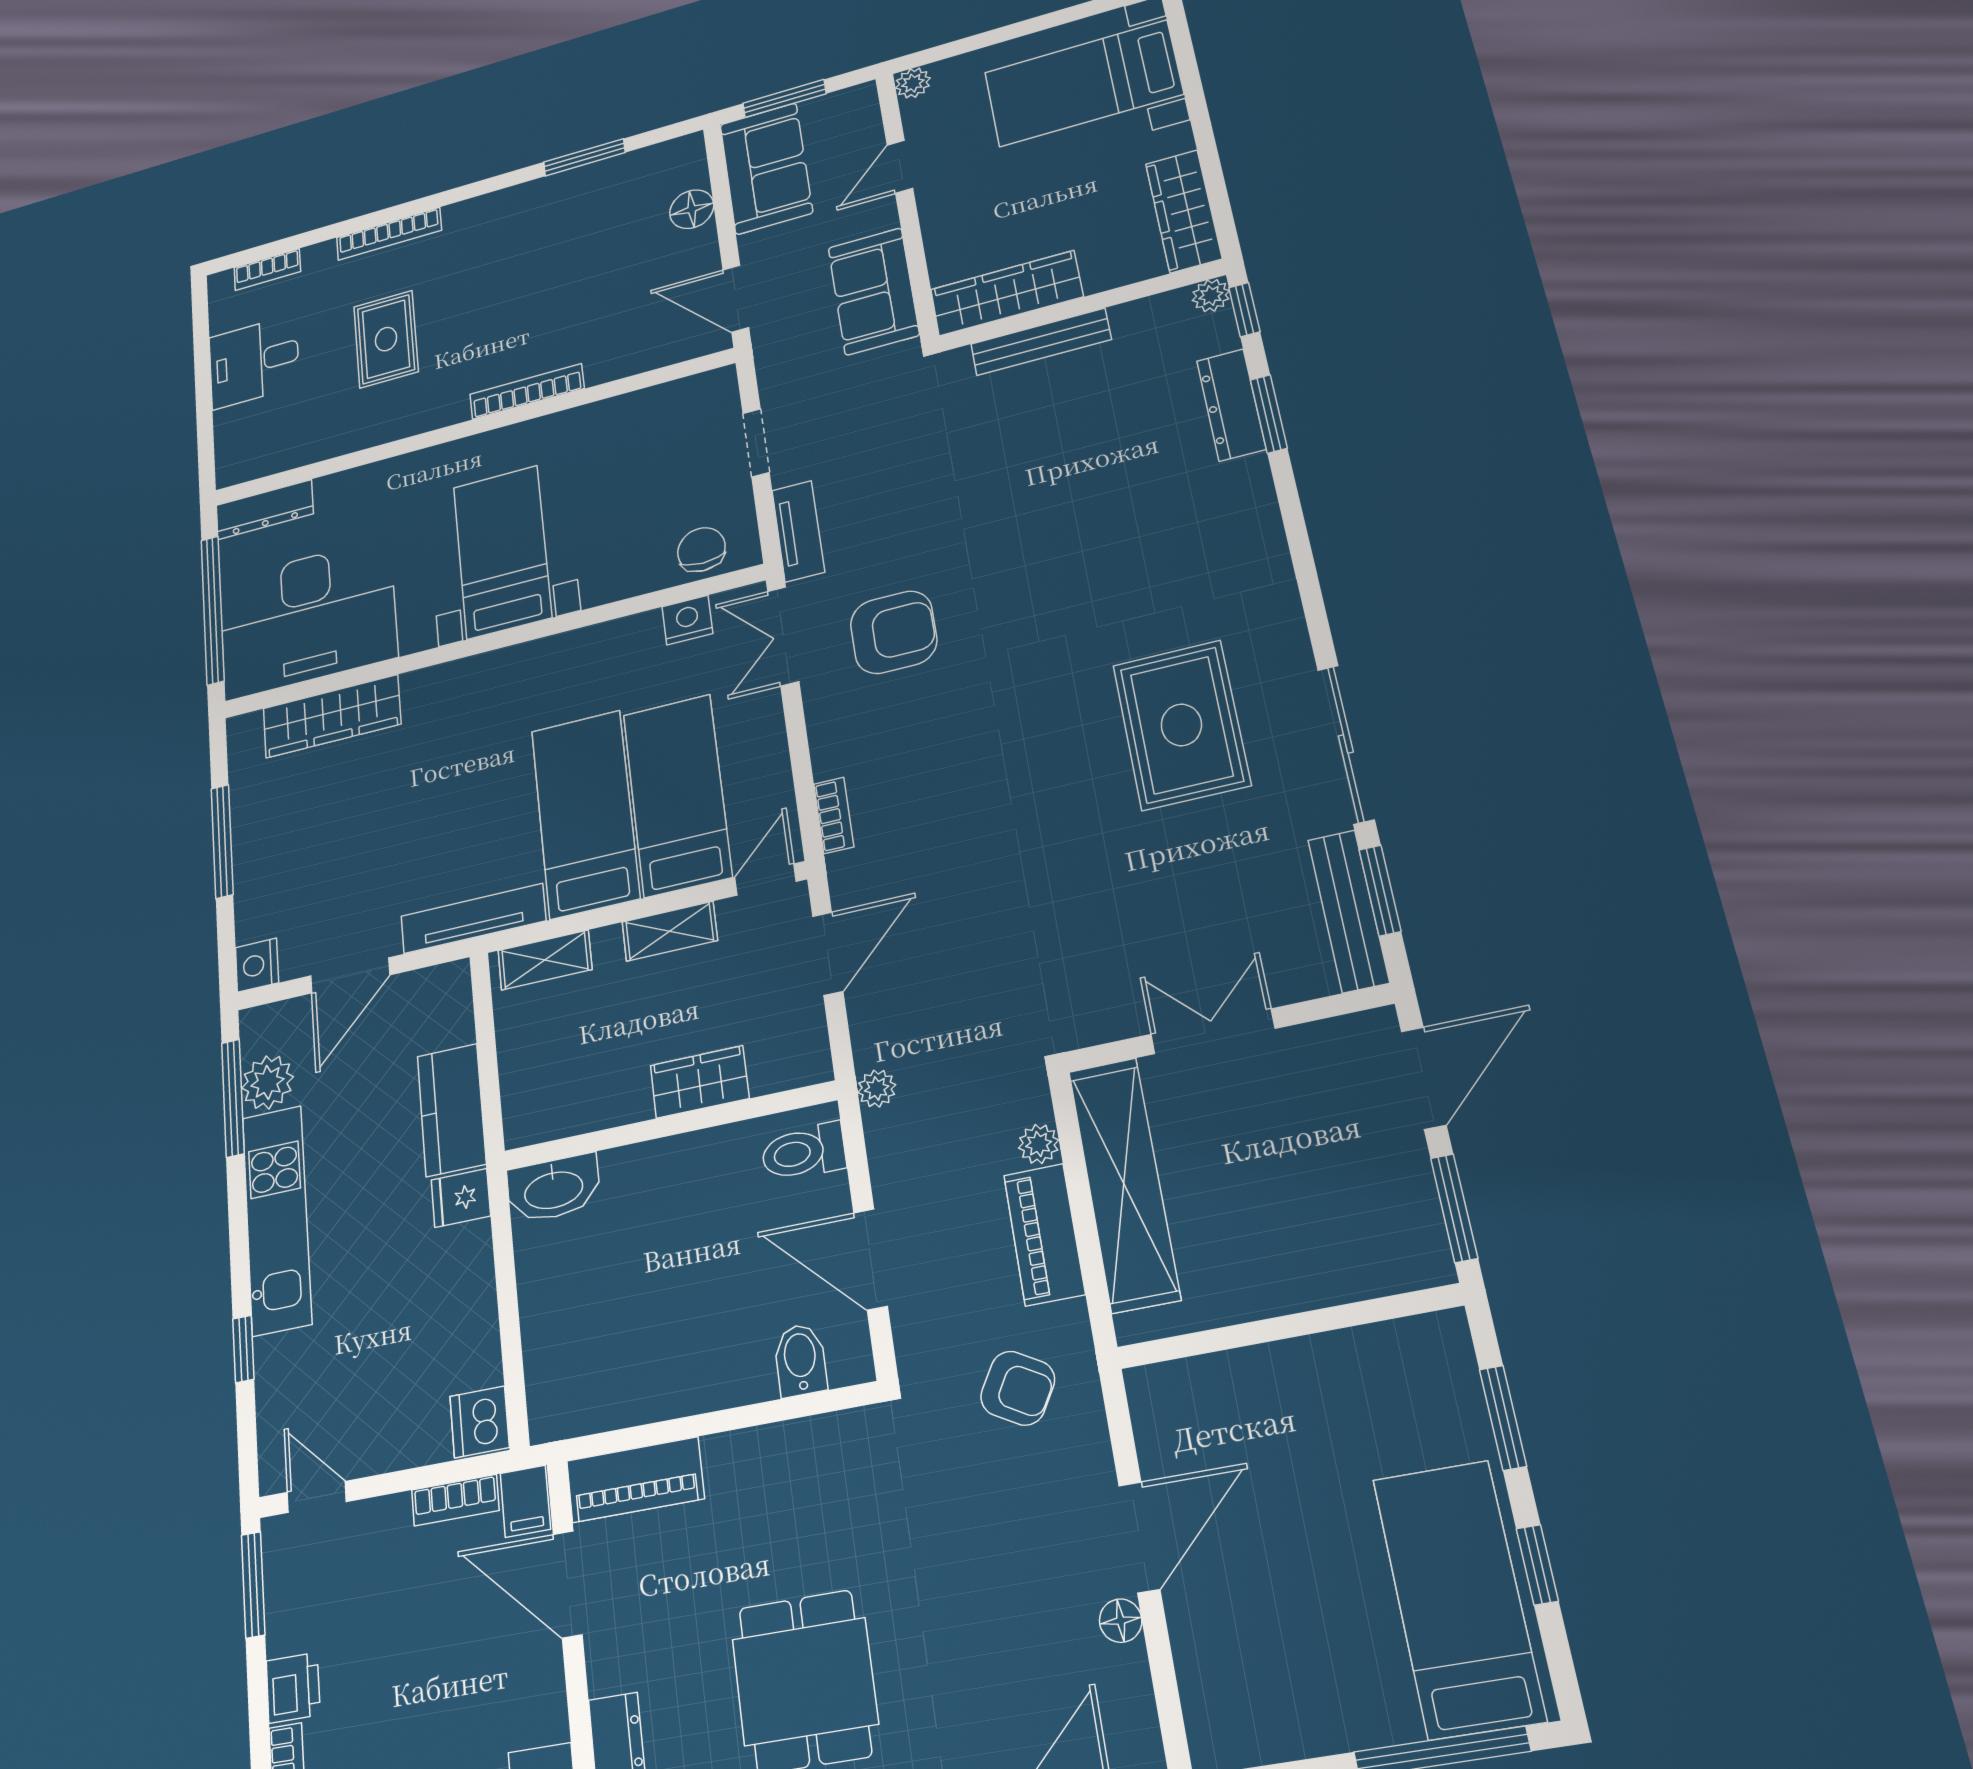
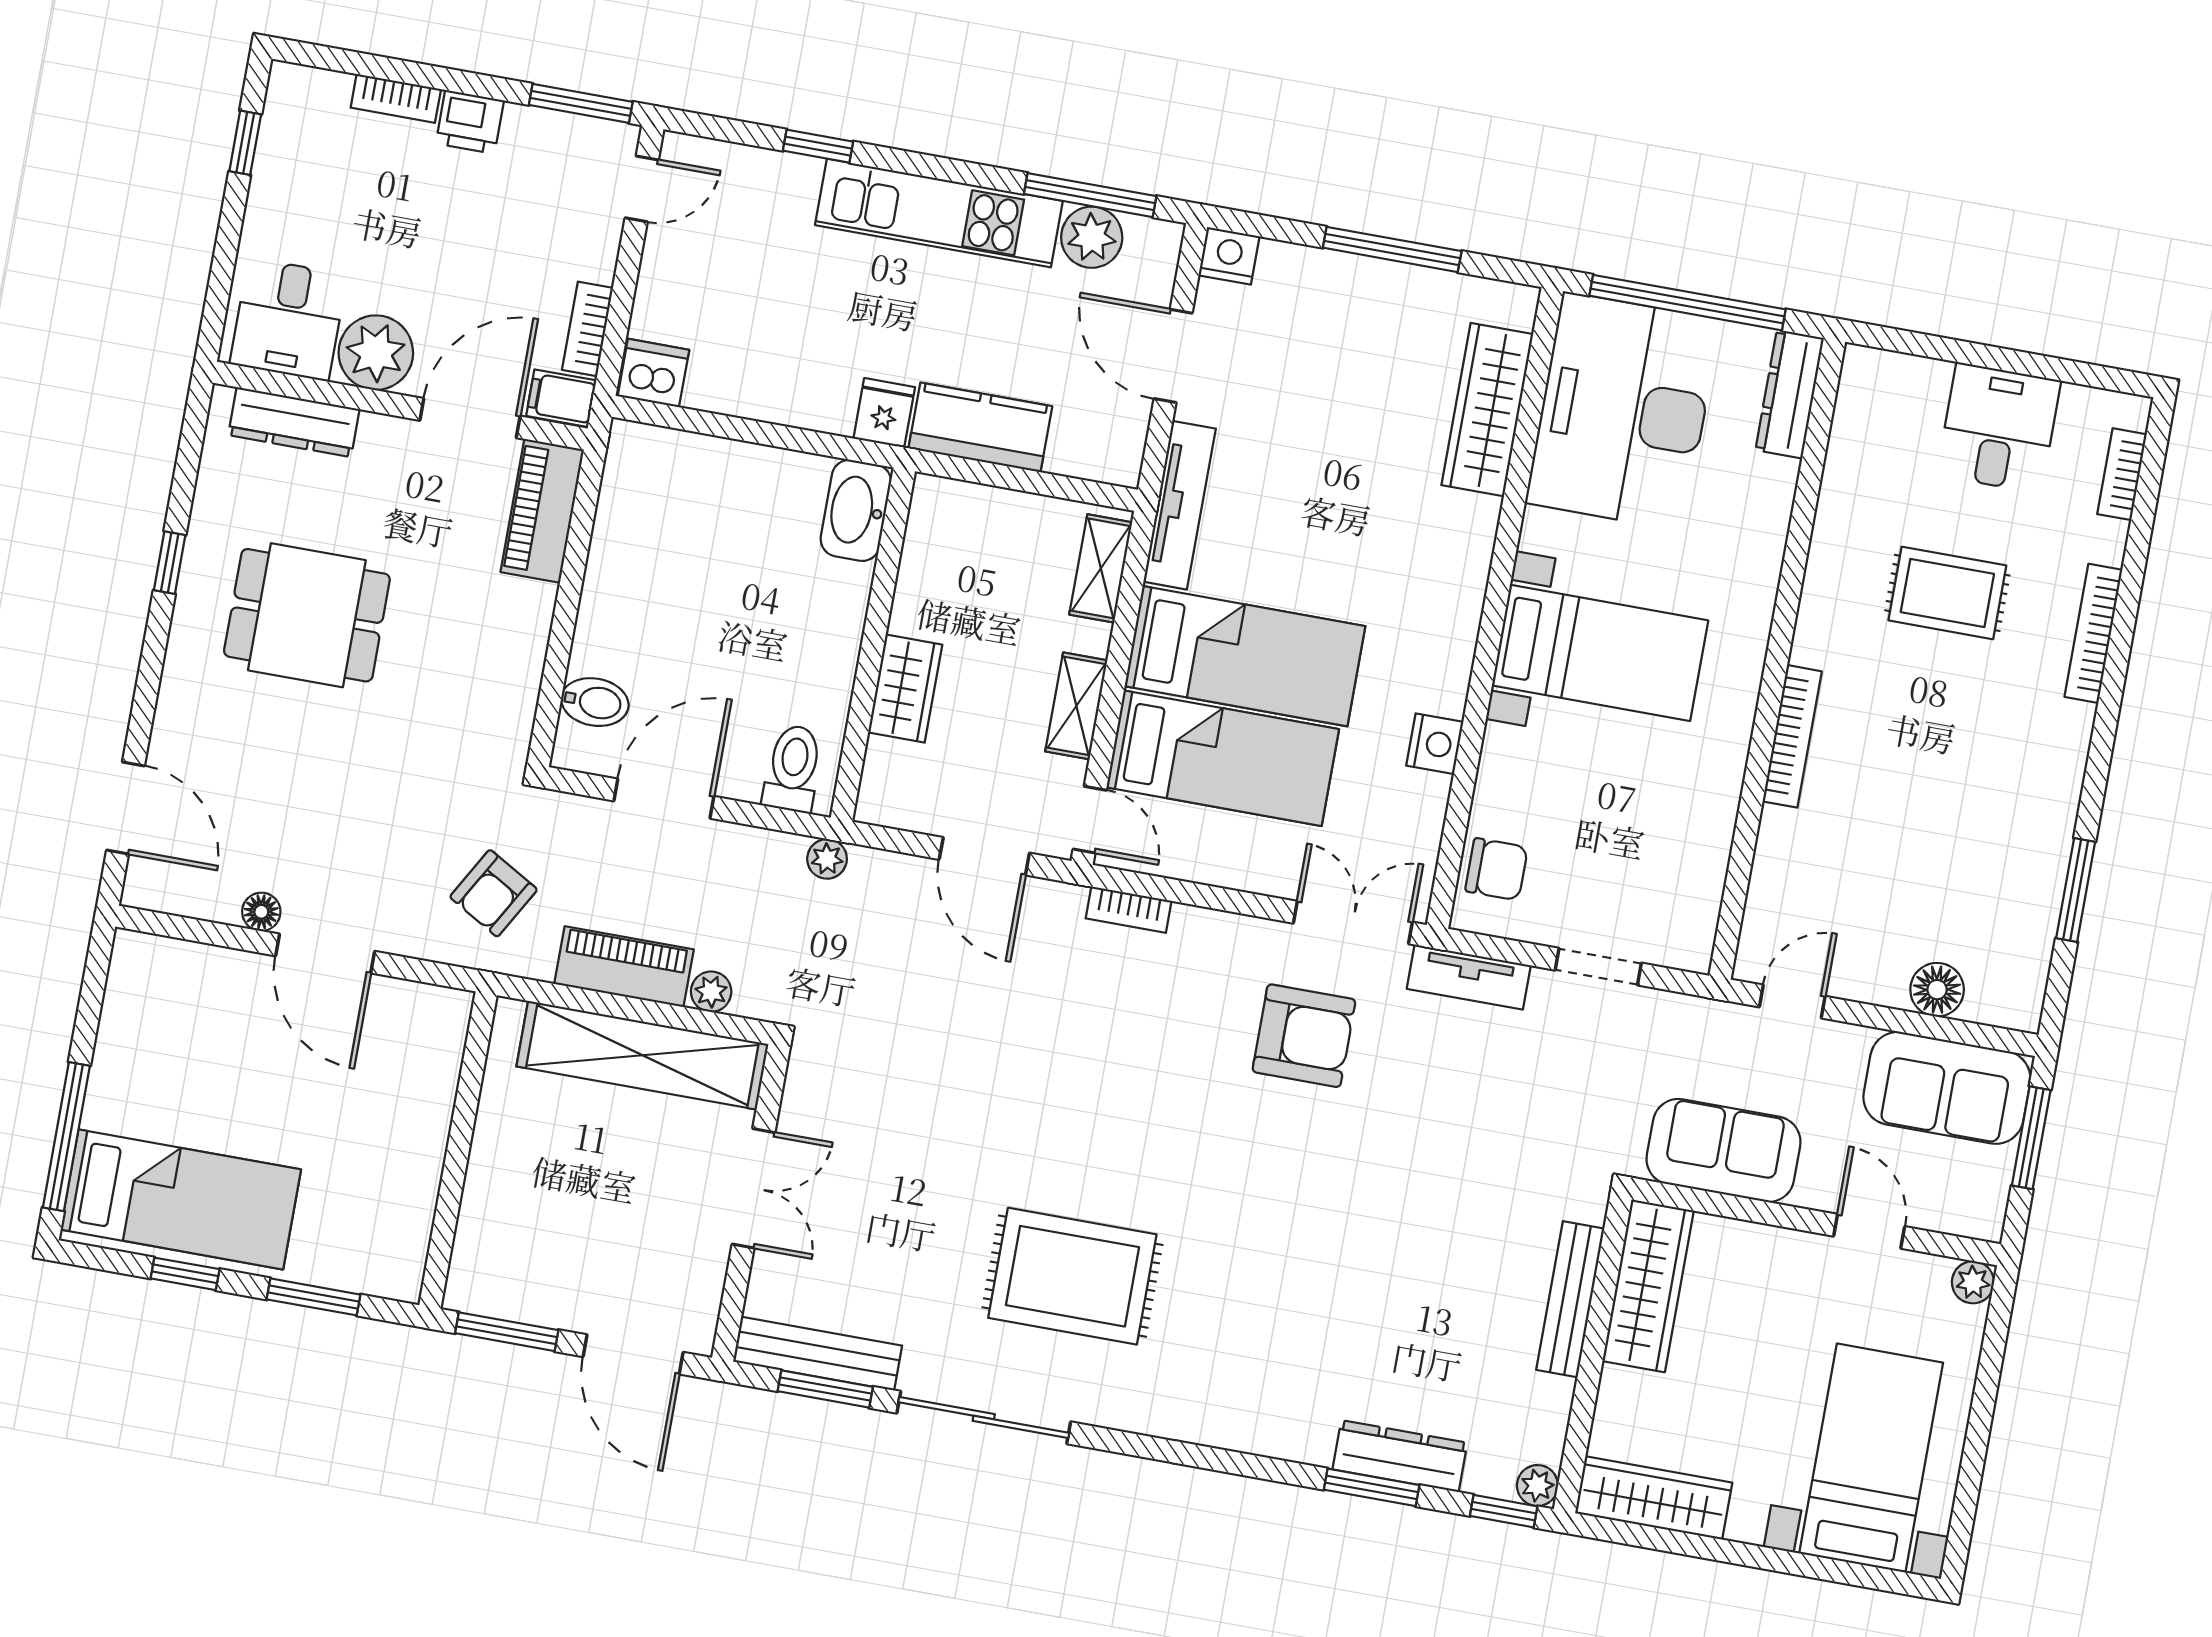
door: (736, 299) -> (1792, 1002), width x0.73
nightstand: (687, 620) -> (1435, 744), moved
armchair: (894, 632) -> (1304, 1036), turned -90
plant: (530, 1703) -> (376, 353), added

